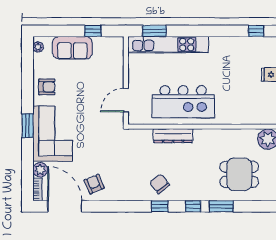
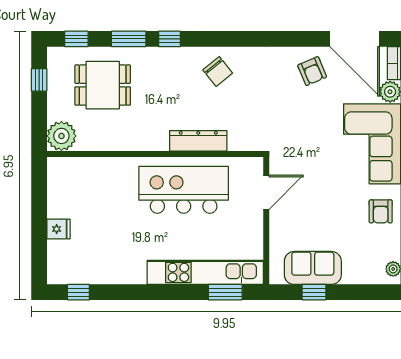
sofa: (72, 48) -> (313, 268), moved
armchair: (47, 87) -> (381, 211), turned -90
window: (160, 206) -> (76, 39), moved

